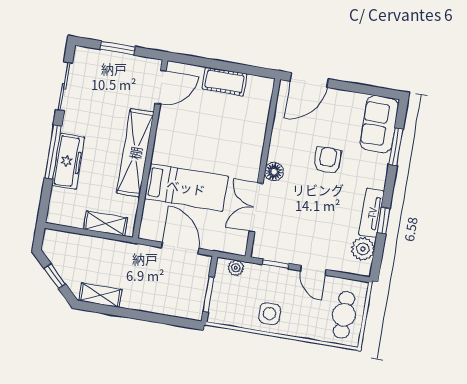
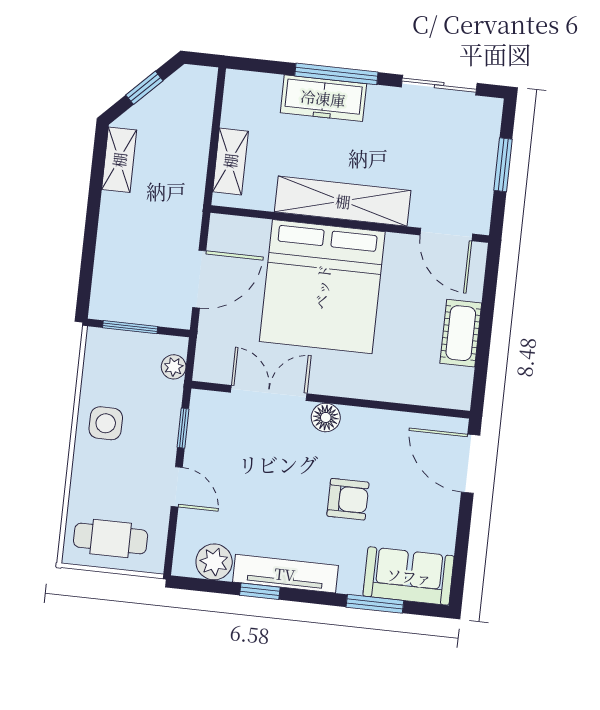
bed: (186, 187) -> (322, 287), width x2.04
tv unit: (372, 213) -> (285, 574), width x1.41
door: (313, 270) -> (177, 487), swing flipped

